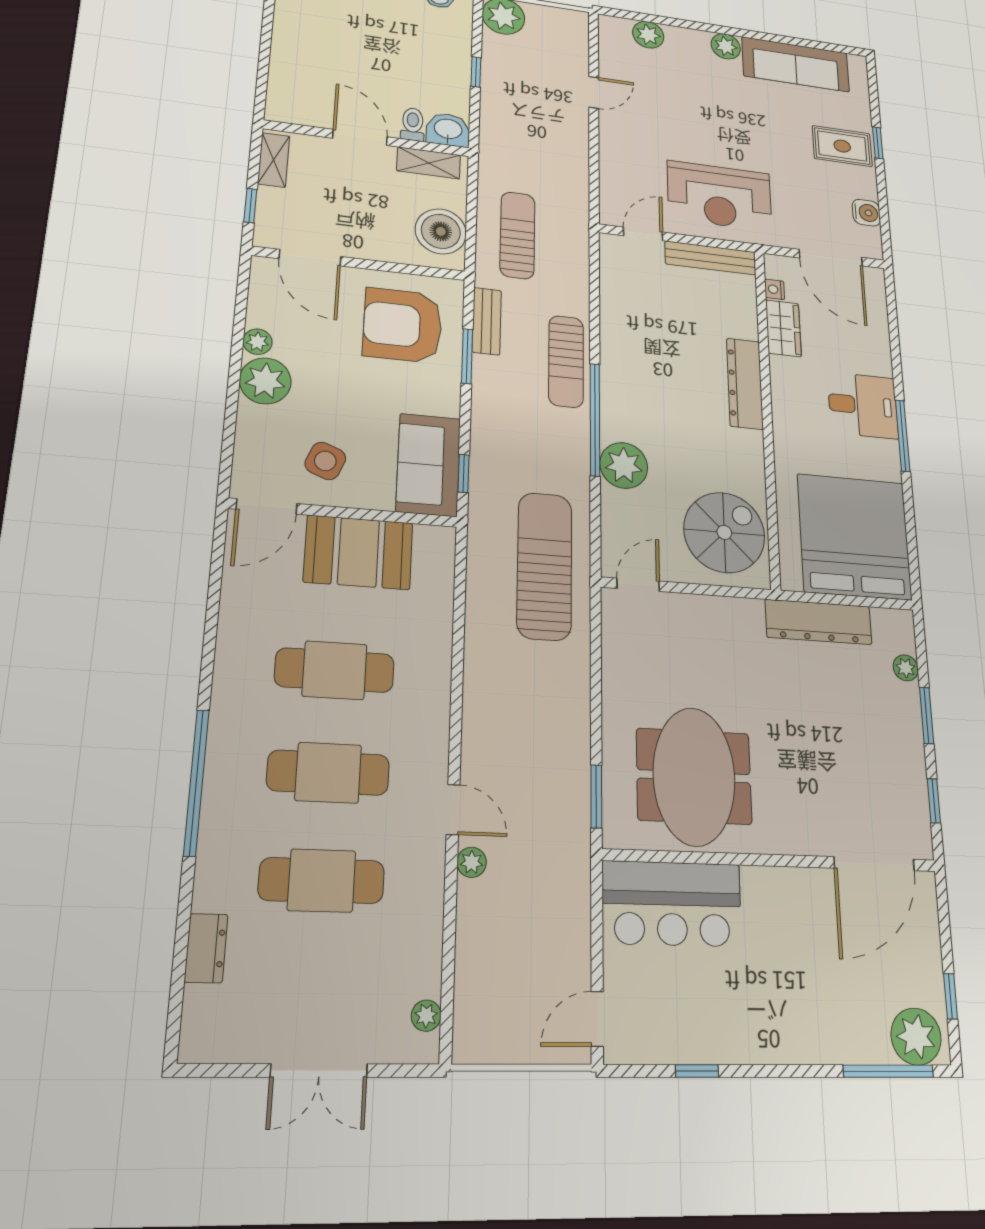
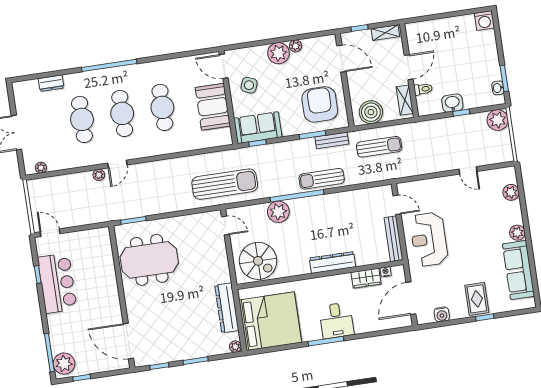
washbasin: (448, 130) -> (452, 103), moved, turned -90
door: (310, 258) -> (341, 59), swing flipped
plant: (906, 668) -> (235, 347), moved
bar counter: (672, 904) -> (57, 283), moved, turned 180

